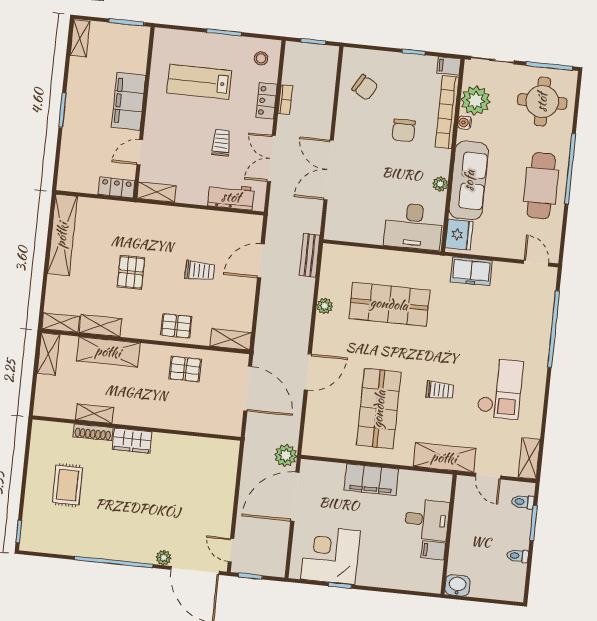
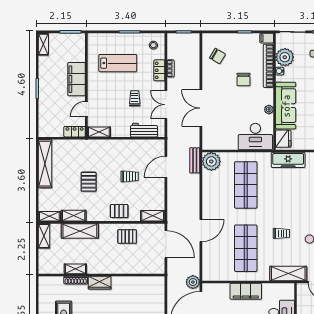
lab bench: (199, 82) -> (118, 63), turned 180
freezer: (471, 271) -> (288, 160), width x1.40
shop shelf: (389, 304) -> (246, 185), turned 90
plant: (325, 306) -> (211, 161), moved, width x1.88, depth x1.88

